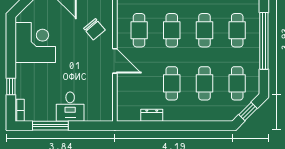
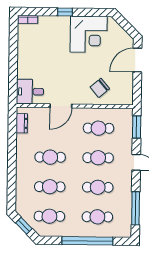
door: (115, 61) -> (61, 106), moved
window: (11, 86) -> (65, 12), moved
desk: (70, 107) -> (30, 92), moved
dresser: (152, 115) -> (22, 123), moved
window: (50, 126) -> (13, 47), removed

